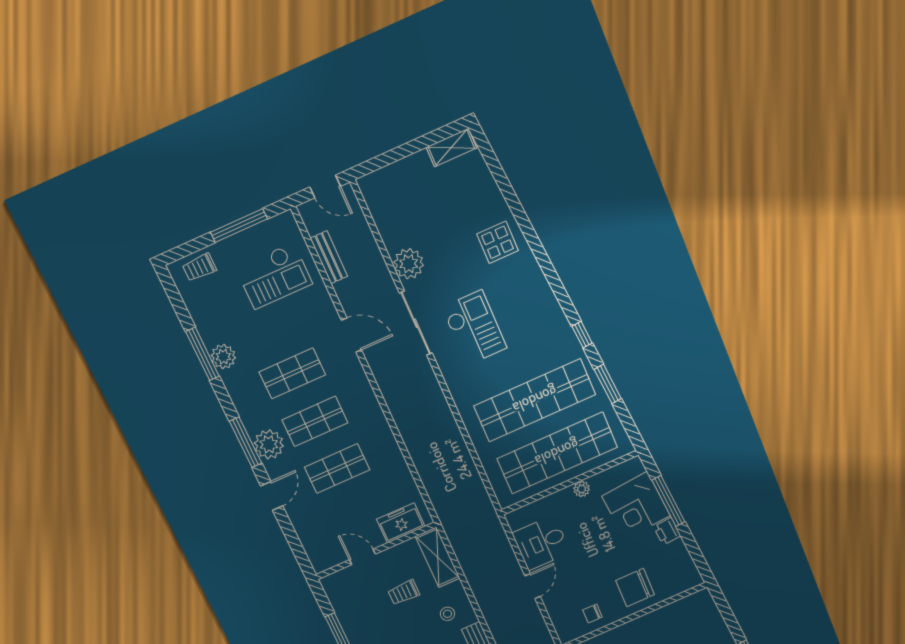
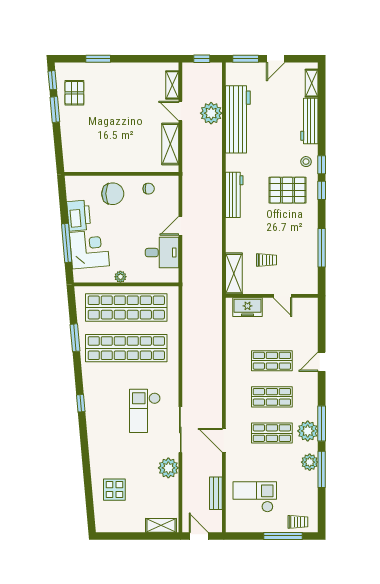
shelving: (451, 148) -> (161, 525), moved
window: (239, 225) -> (283, 536), moved
display table: (498, 242) -> (114, 490), moved
window: (582, 335) -> (81, 403), moved
window: (246, 442) -> (322, 423), moved
plant: (269, 444) -> (308, 431), moved
printer: (667, 531) -> (79, 215), width x1.87, depth x1.48
stool: (447, 614) -> (245, 232), removed

